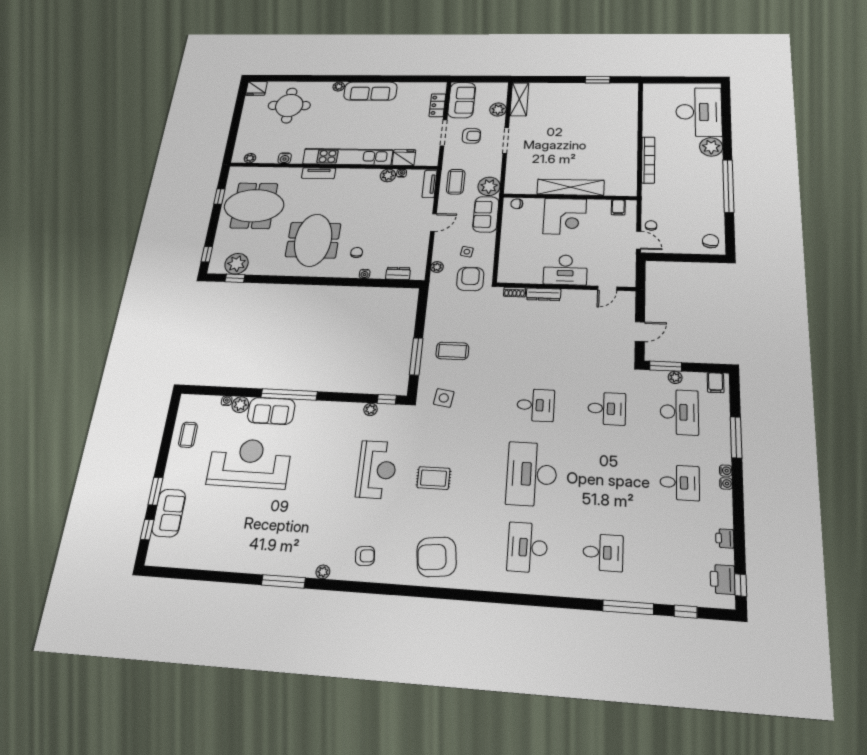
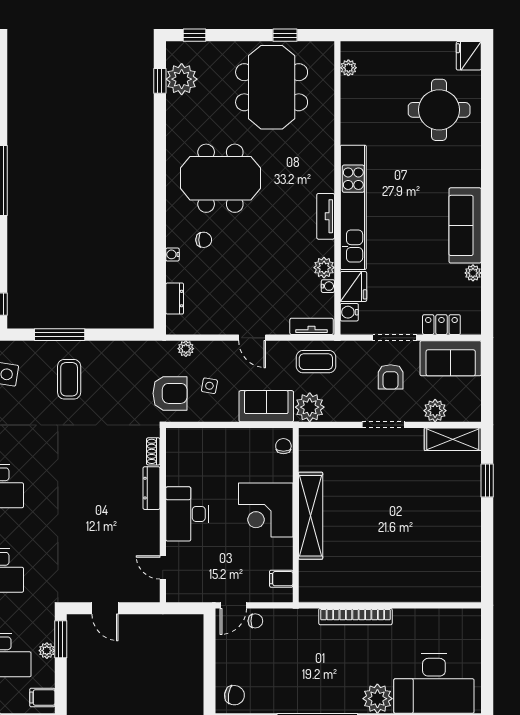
window: (598, 80) -> (487, 480), moved
plant: (339, 87) -> (473, 273), moved
water cooler: (285, 158) -> (349, 312), moved
tv unit: (319, 173) -> (326, 216), moved

